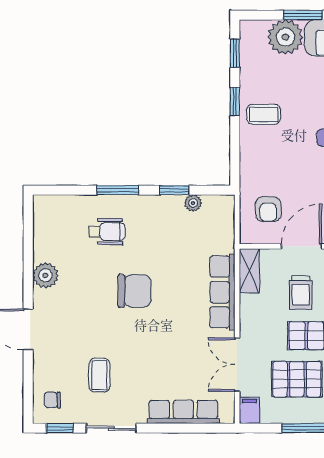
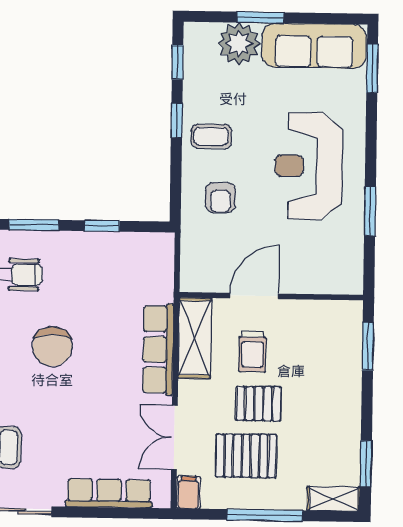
plant: (193, 203) -> (125, 242), removed
armchair: (268, 209) -> (220, 197), moved
shelving: (249, 271) -> (195, 338), width x1.50, depth x1.33
chair: (135, 291) -> (52, 347), turned 90

